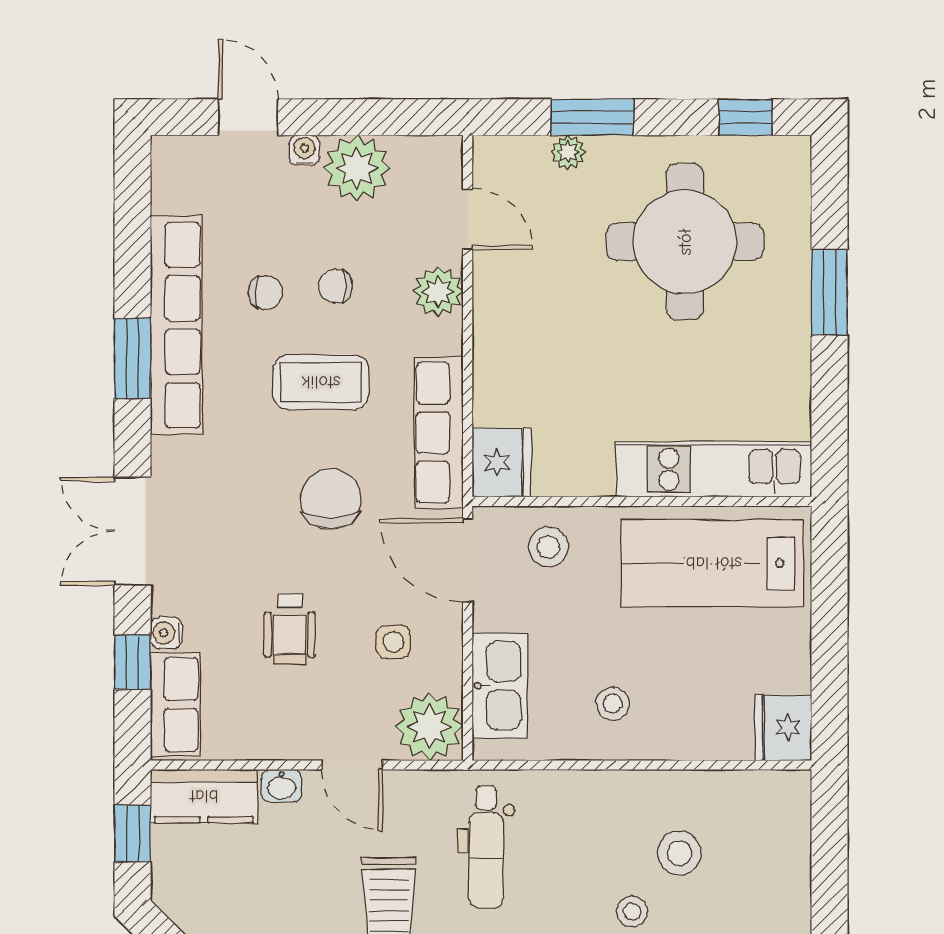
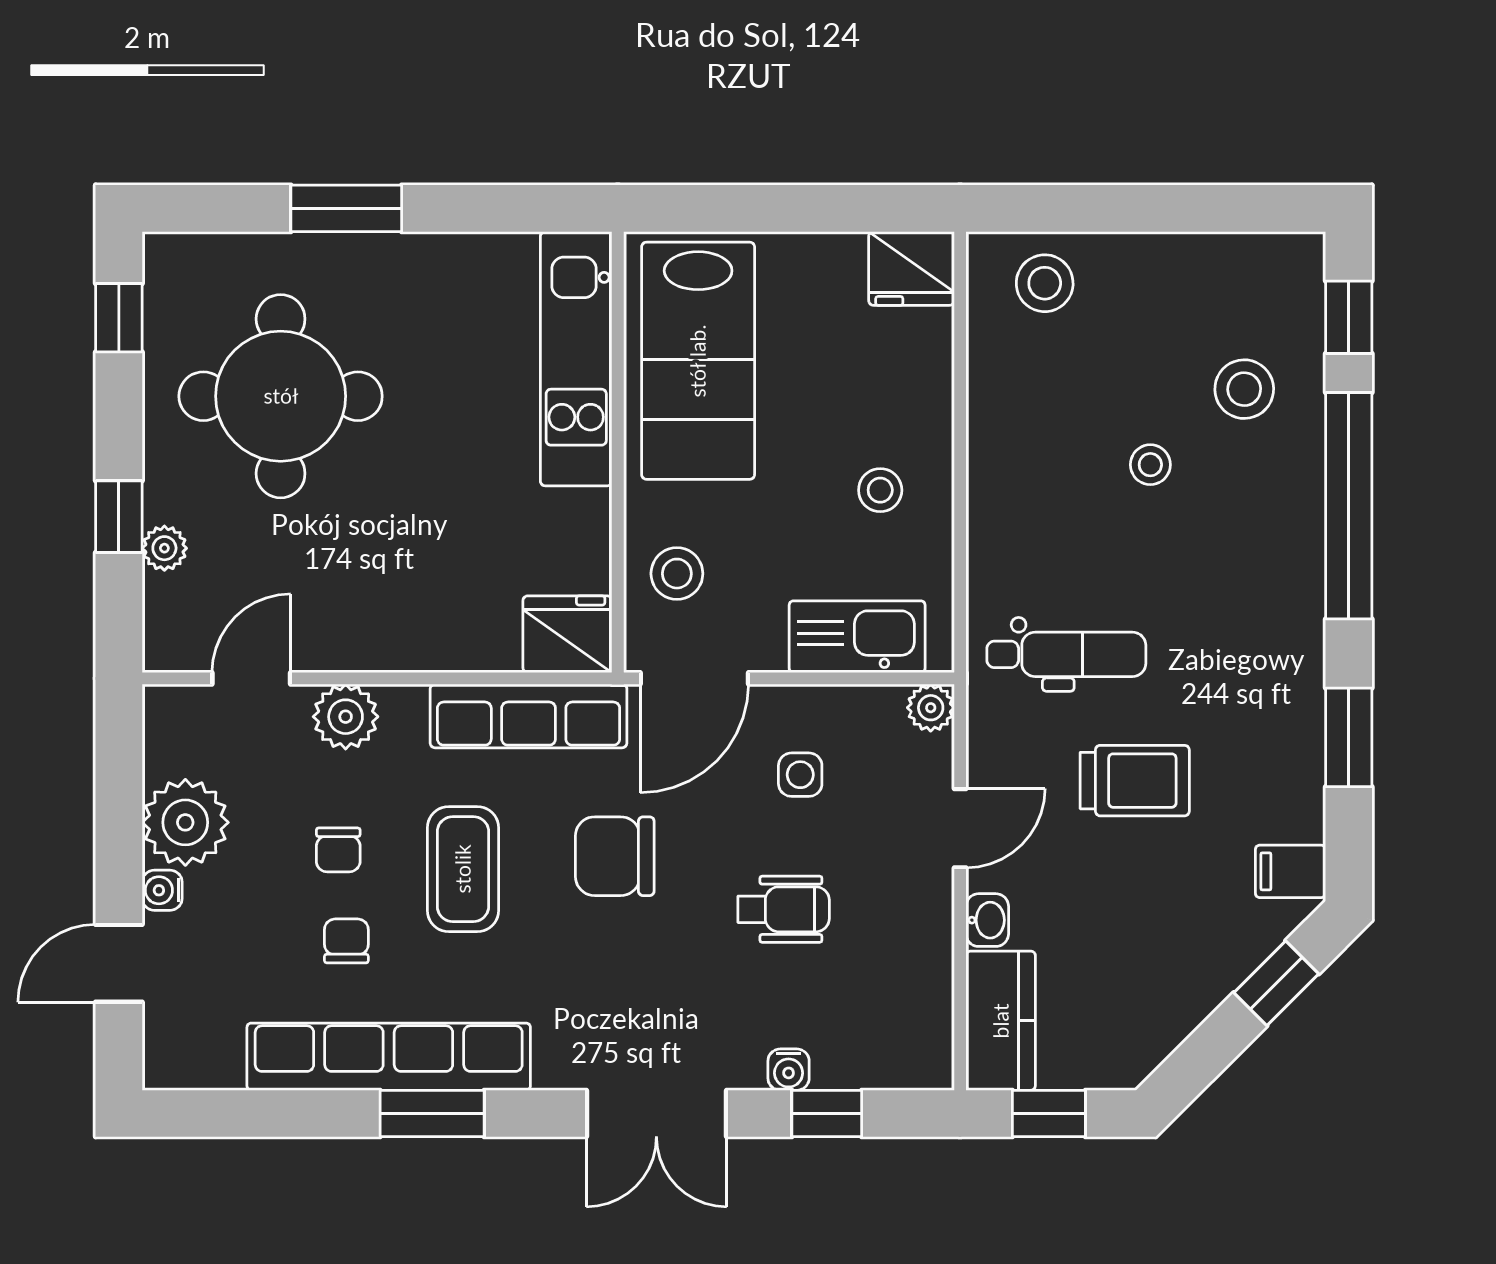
window: (592, 117) -> (119, 517), width x0.67
row of seats: (175, 704) -> (881, 1058), removed
plant: (429, 727) -> (931, 708), width x0.53, depth x0.53
stool: (679, 853) -> (1045, 283), moved

